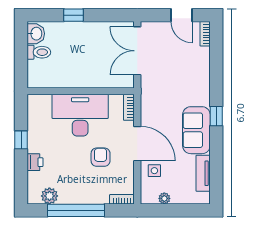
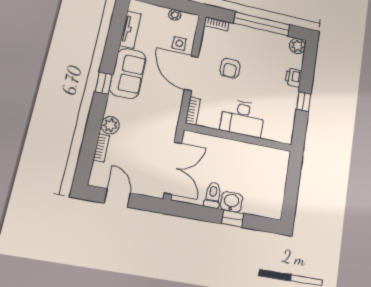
washbasin: (36, 34) -> (231, 202), moved, turned 90
bookcase: (205, 34) -> (101, 148), moved
toilet: (39, 52) -> (213, 195), moved, turned 90
plant: (202, 78) -> (110, 125), added
desk: (80, 115) -> (242, 118), width x0.73, depth x0.77
plant: (49, 196) -> (297, 46), moved

